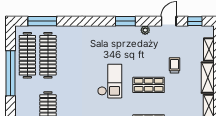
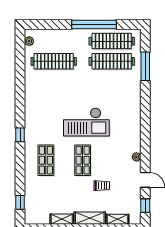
window: (42, 21) -> (145, 66), moved
window: (125, 21) -> (145, 137), removed
checkout: (110, 81) -> (86, 122), width x1.36, depth x1.21

